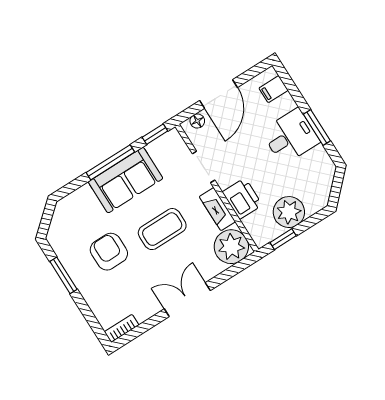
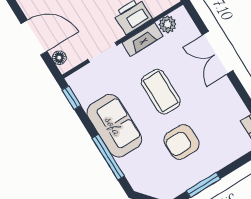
window: (110, 162) -> (108, 157), moved
plant: (231, 247) -> (168, 24), width x0.53, depth x0.53
double door: (187, 300) -> (218, 53), moved

